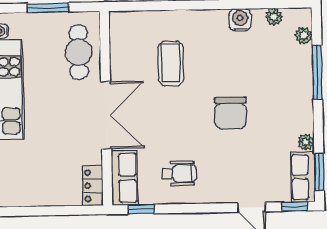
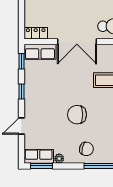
chair: (289, 96) -> (86, 149), added
wheelchair: (179, 173) -> (42, 84), removed
window: (295, 207) -> (21, 91), moved

